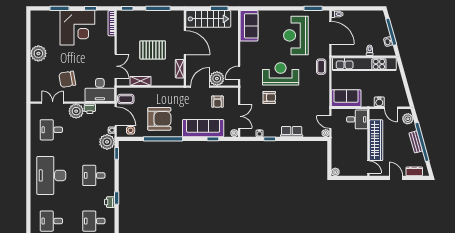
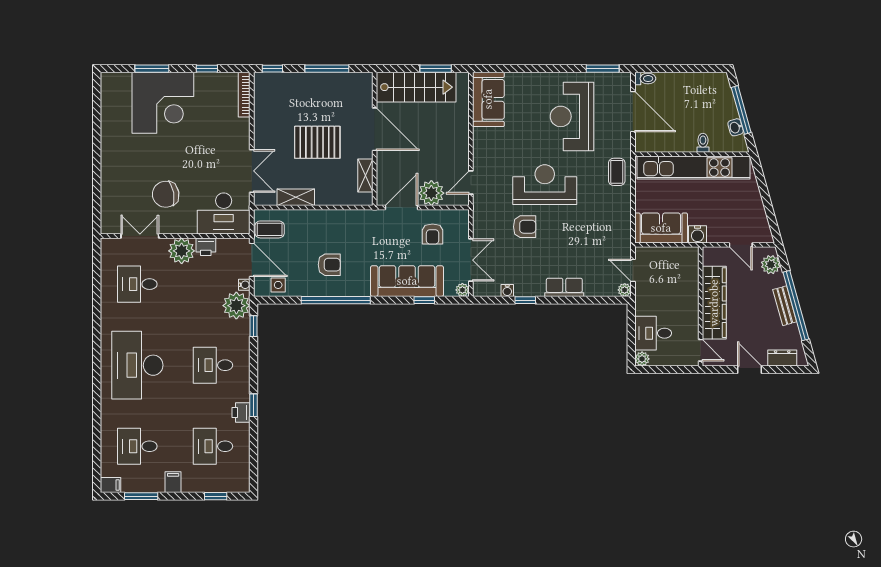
corner desk: (77, 28) -> (163, 103), moved
plant: (38, 53) -> (114, 148), removed
water cooler: (379, 102) -> (697, 234), moved
armchair: (159, 119) -> (329, 265), width x0.53, depth x0.53
desk: (357, 119) -> (653, 333), moved, turned 180

